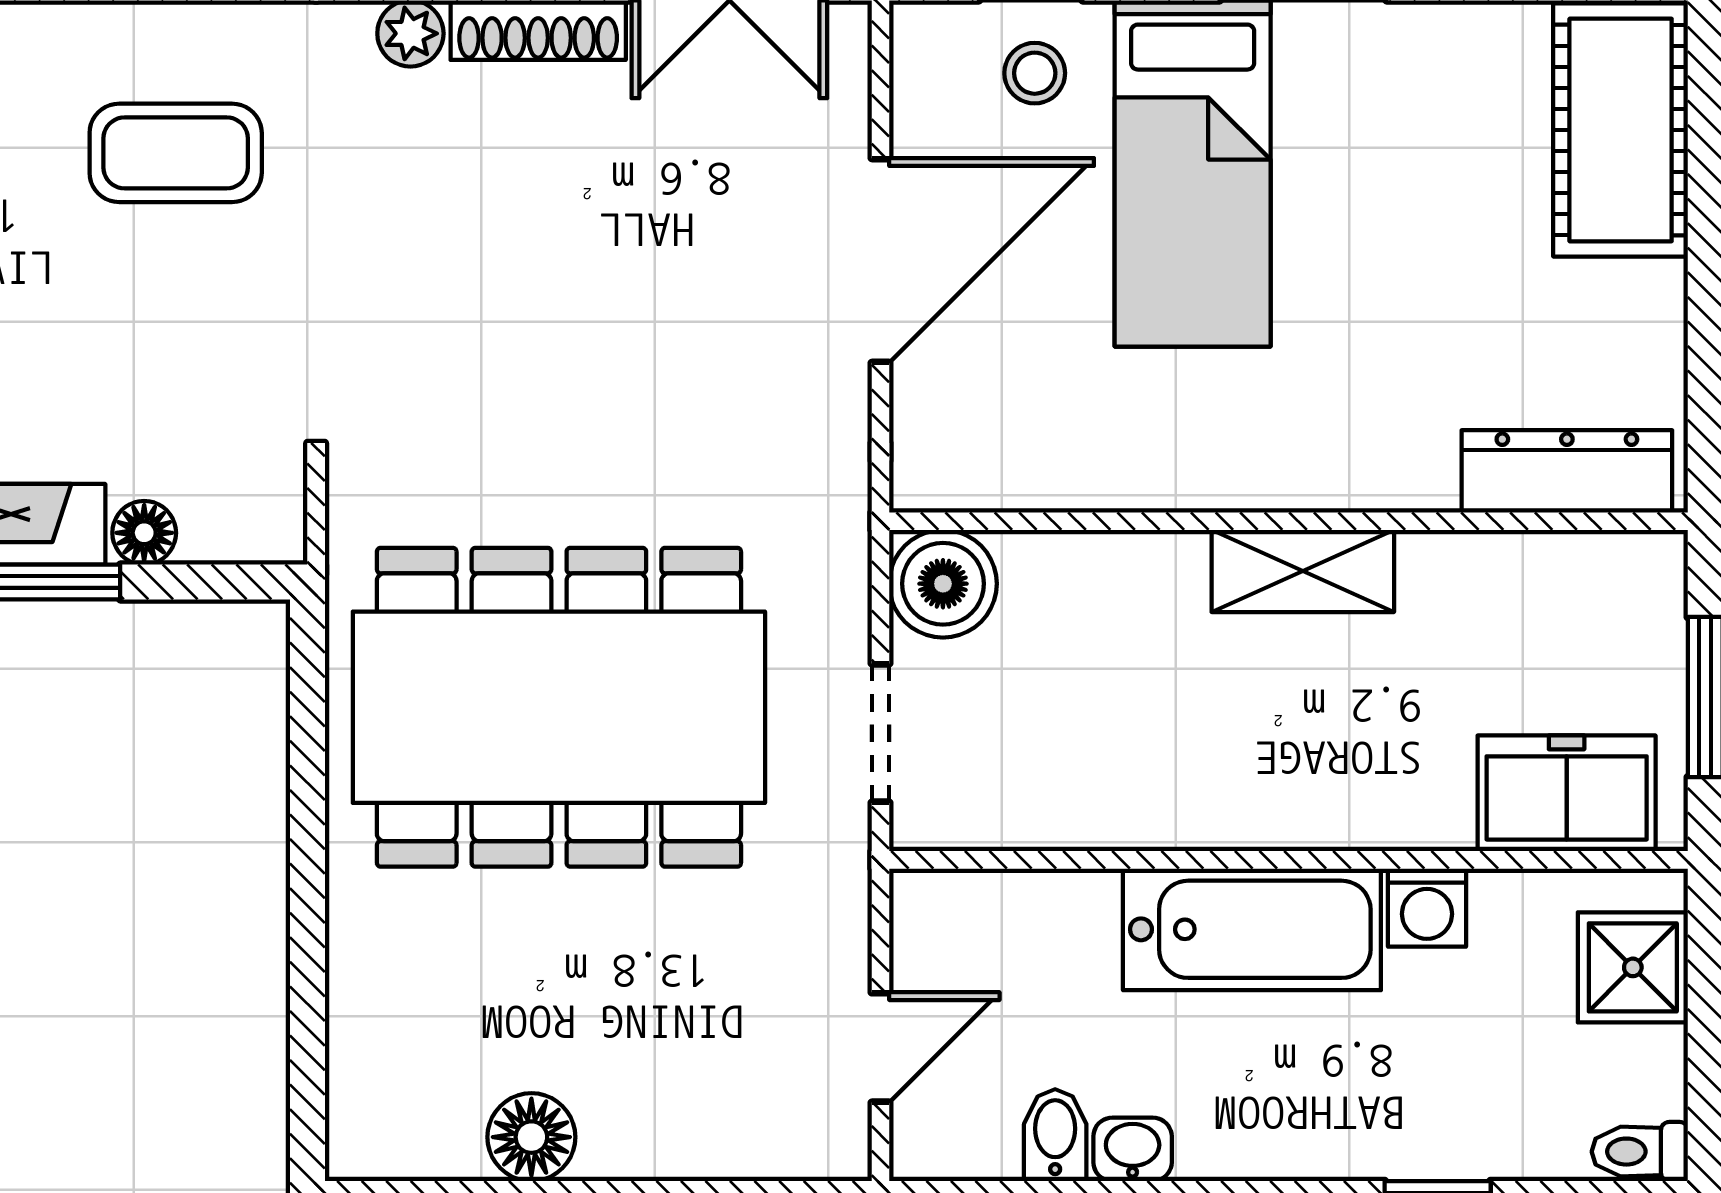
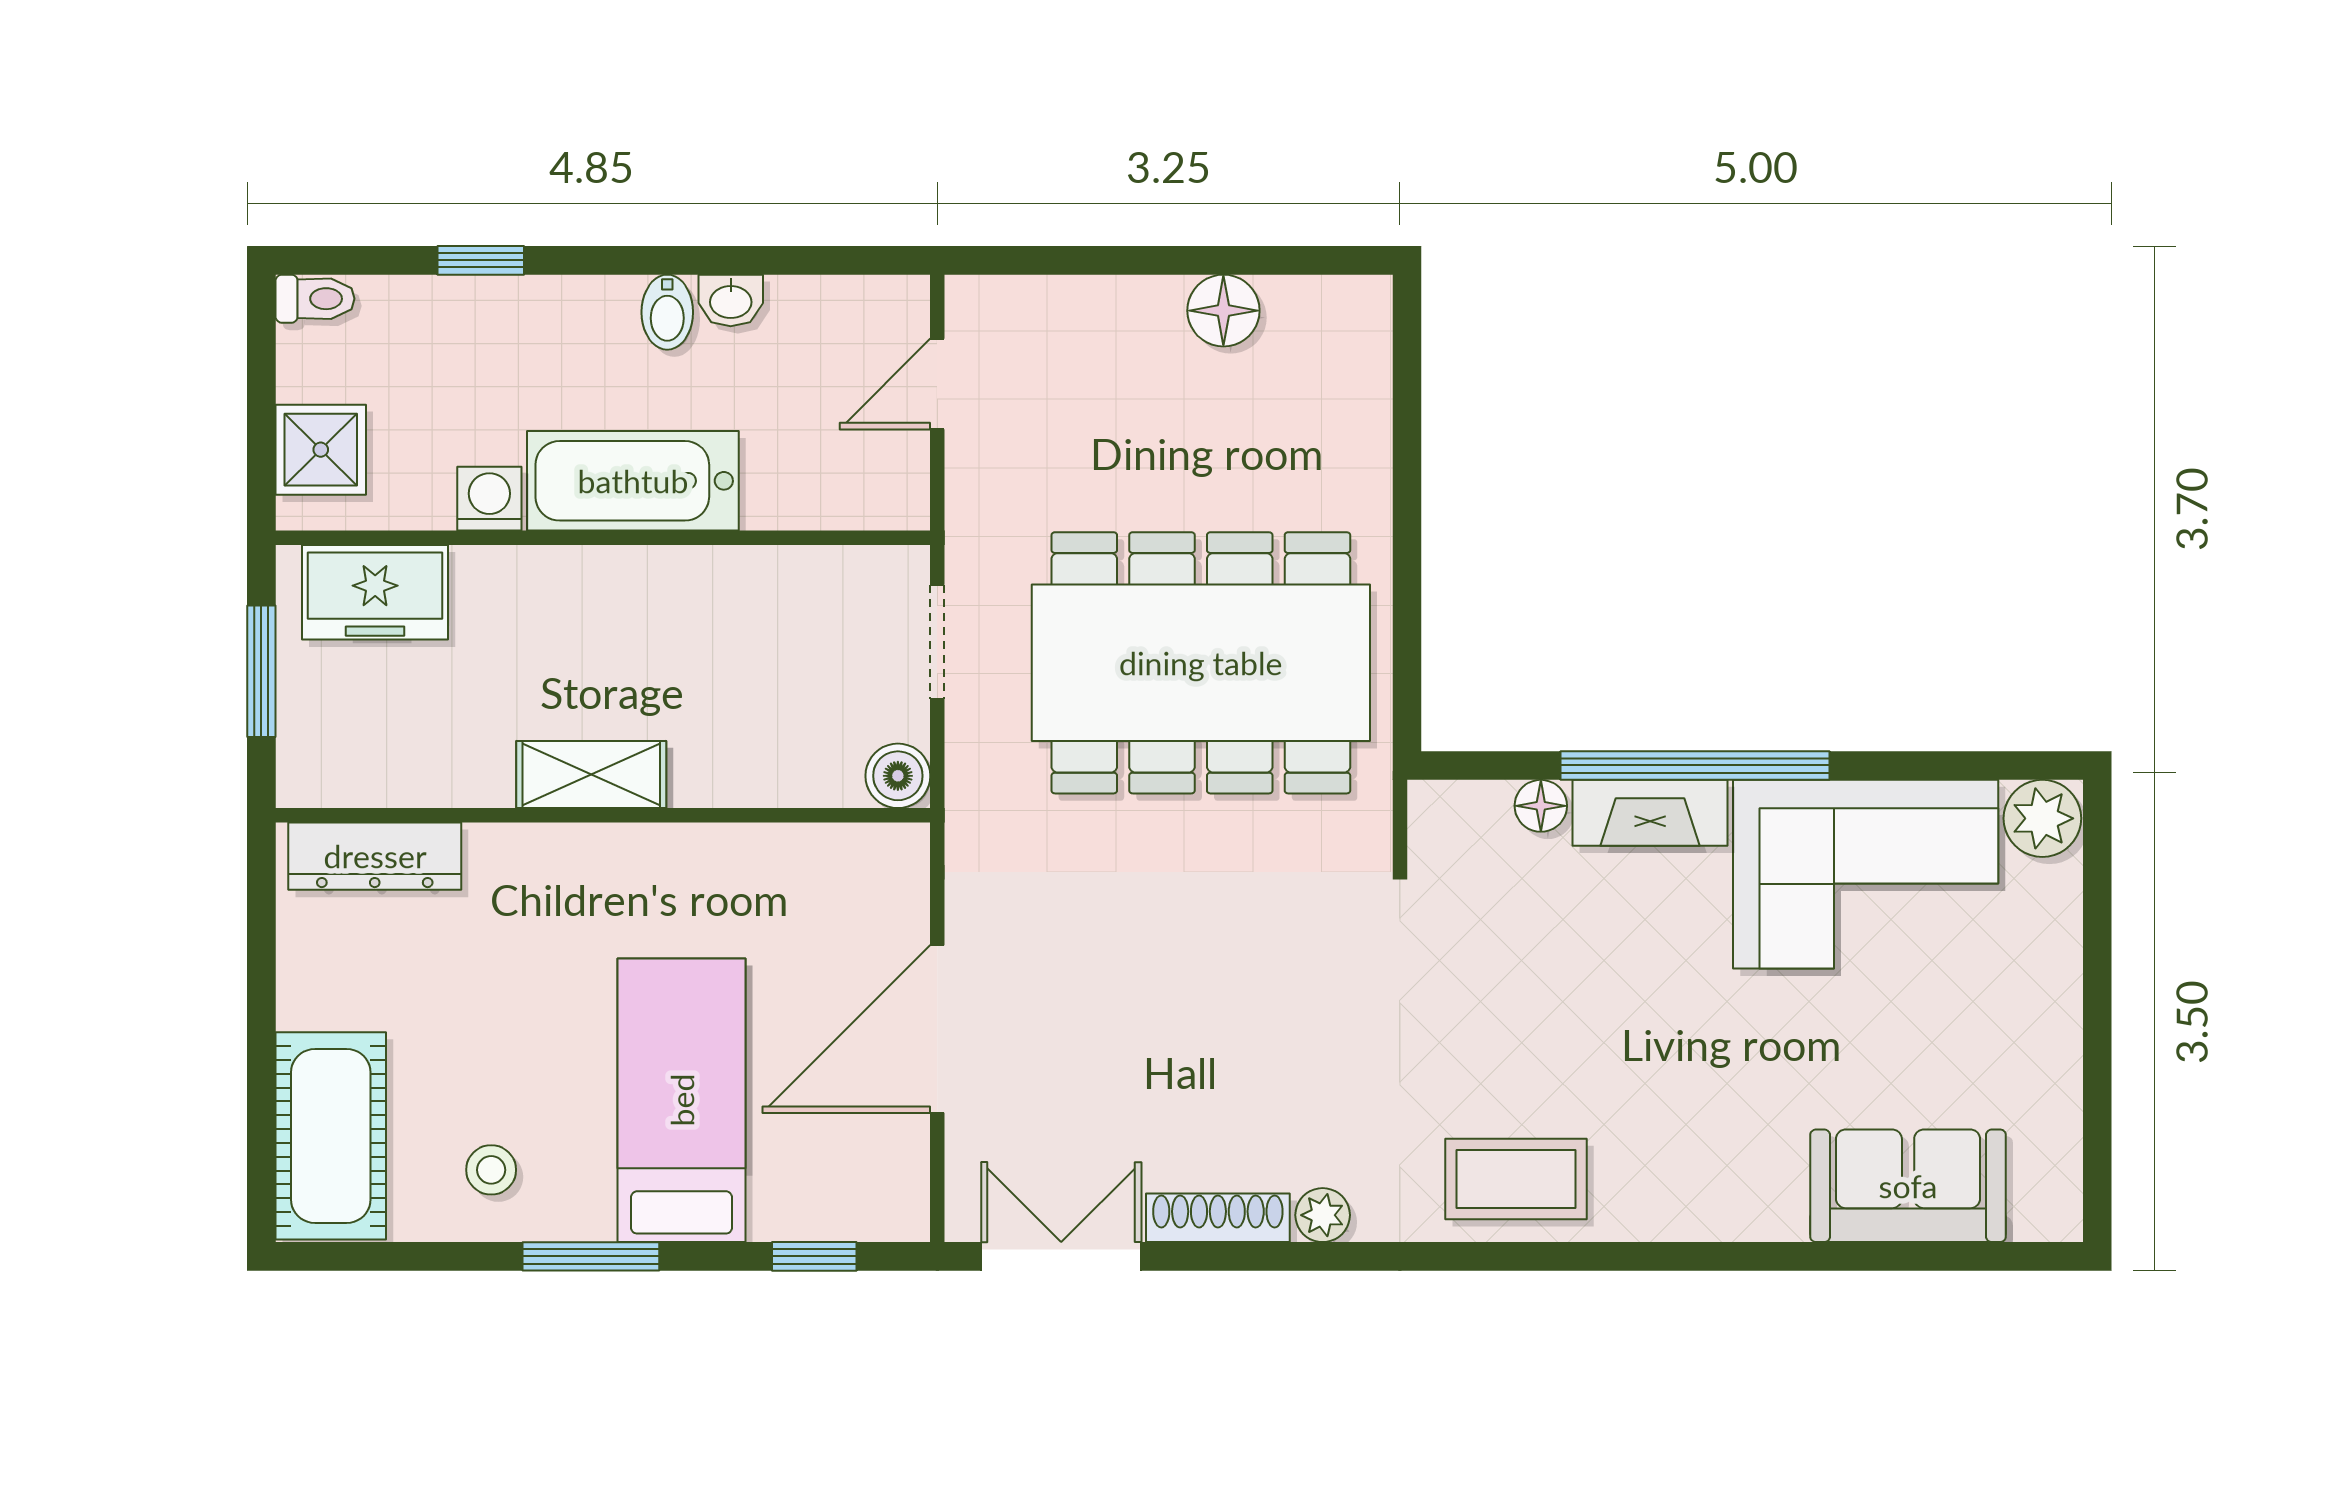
stool: (1035, 73) -> (491, 1170), moved
coffee table: (176, 153) -> (1516, 1179), moved
boiler: (943, 584) -> (898, 776), width x0.73, depth x0.73
bidet: (1055, 1135) -> (667, 312), moved

